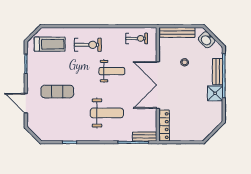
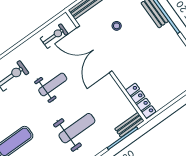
double door: (158, 85) -> (94, 49), moved
shower: (215, 93) -> (167, 35), removed

